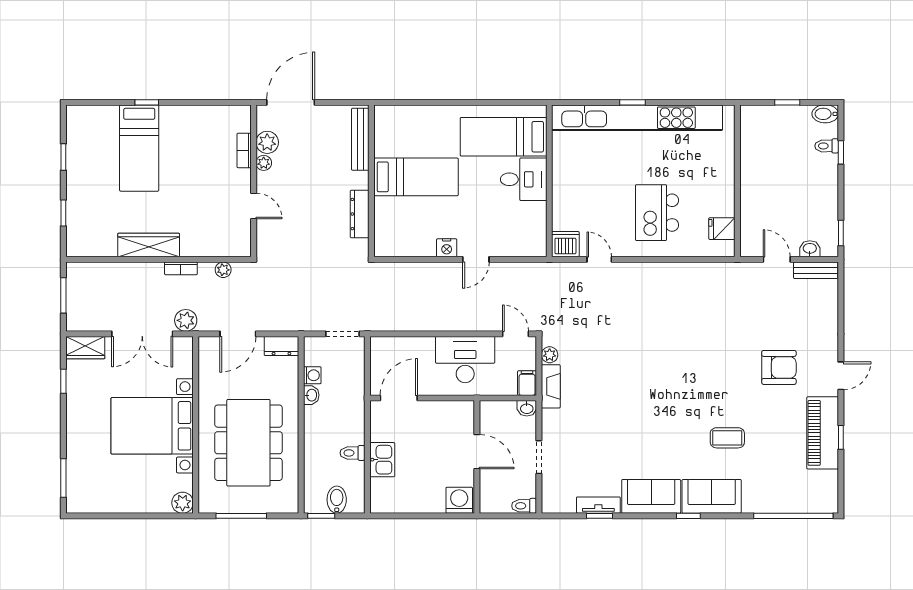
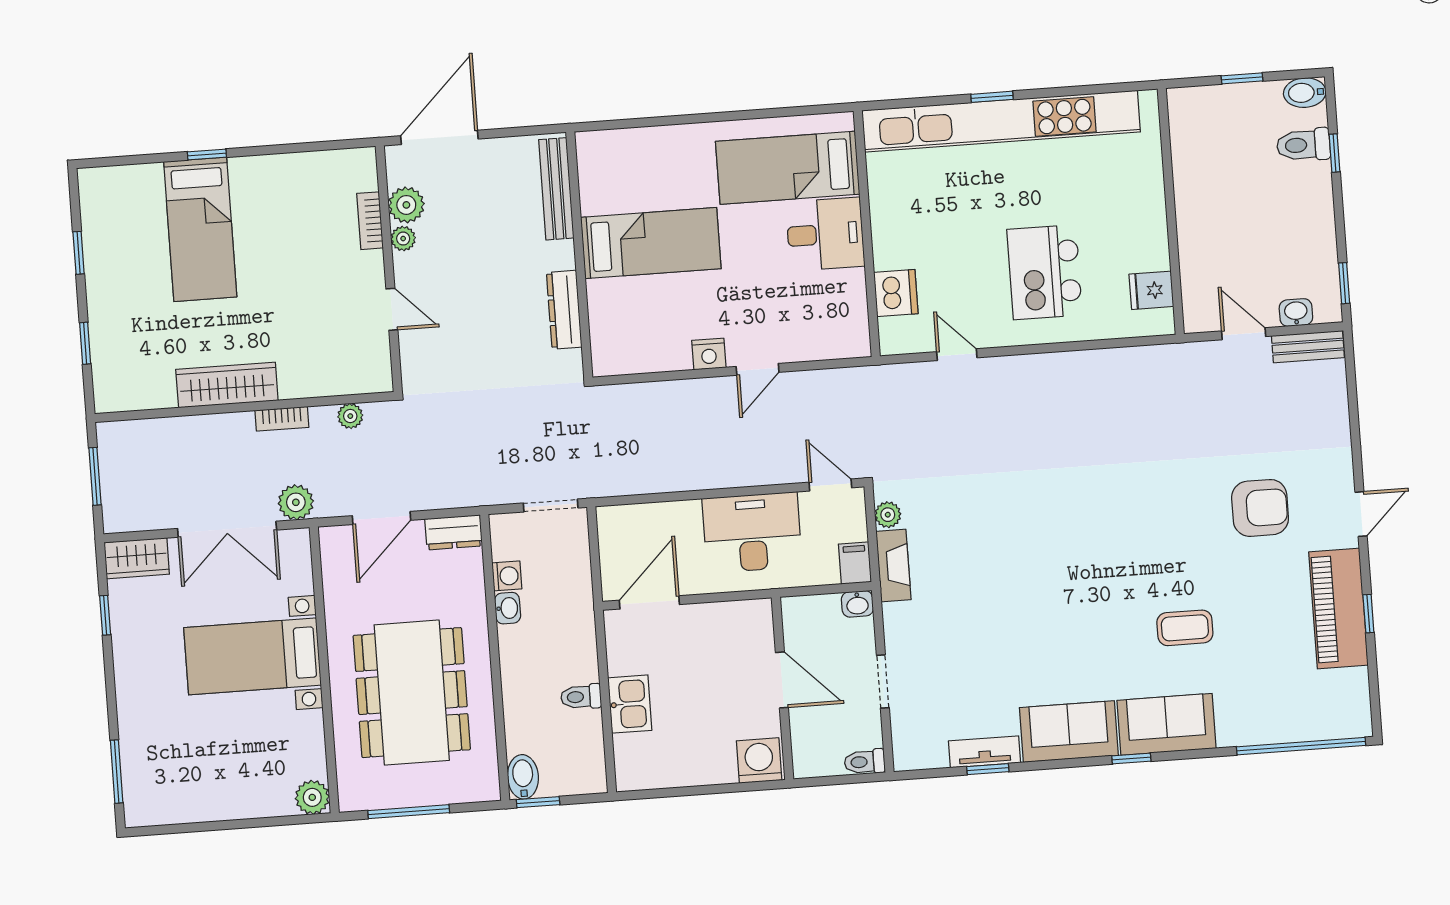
toilet: (827, 146) -> (1303, 145), width x1.37, depth x1.39
dishwasher: (565, 244) -> (896, 293), moved, turned 90
bed with nightstands: (152, 426) -> (252, 656), width x0.73
bidet: (337, 500) -> (523, 777), moved

